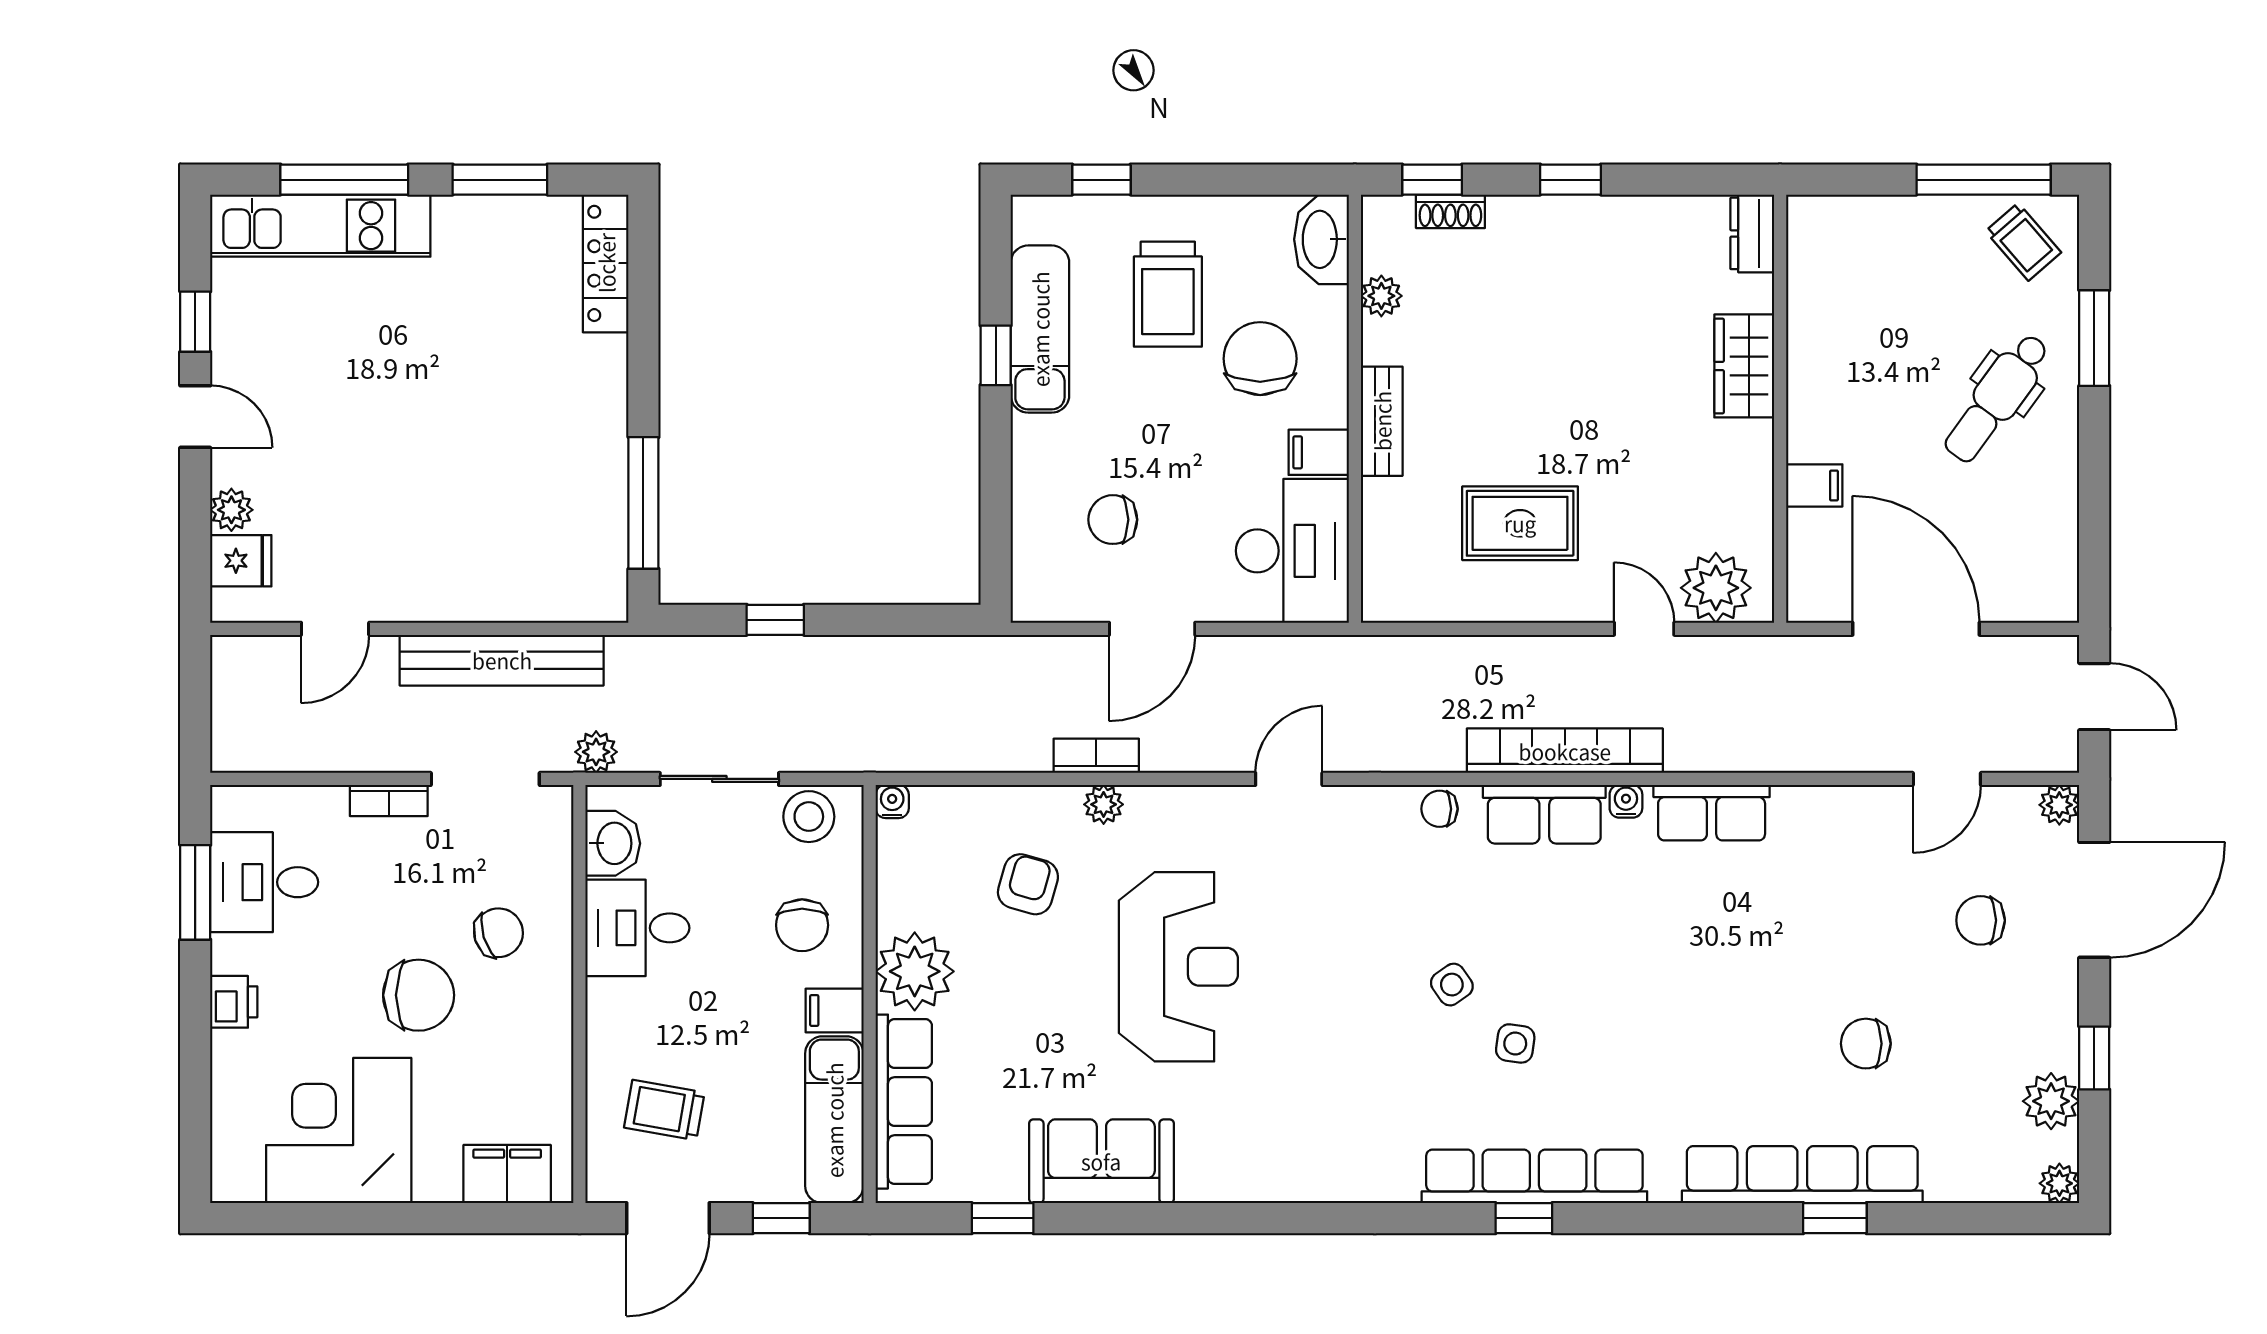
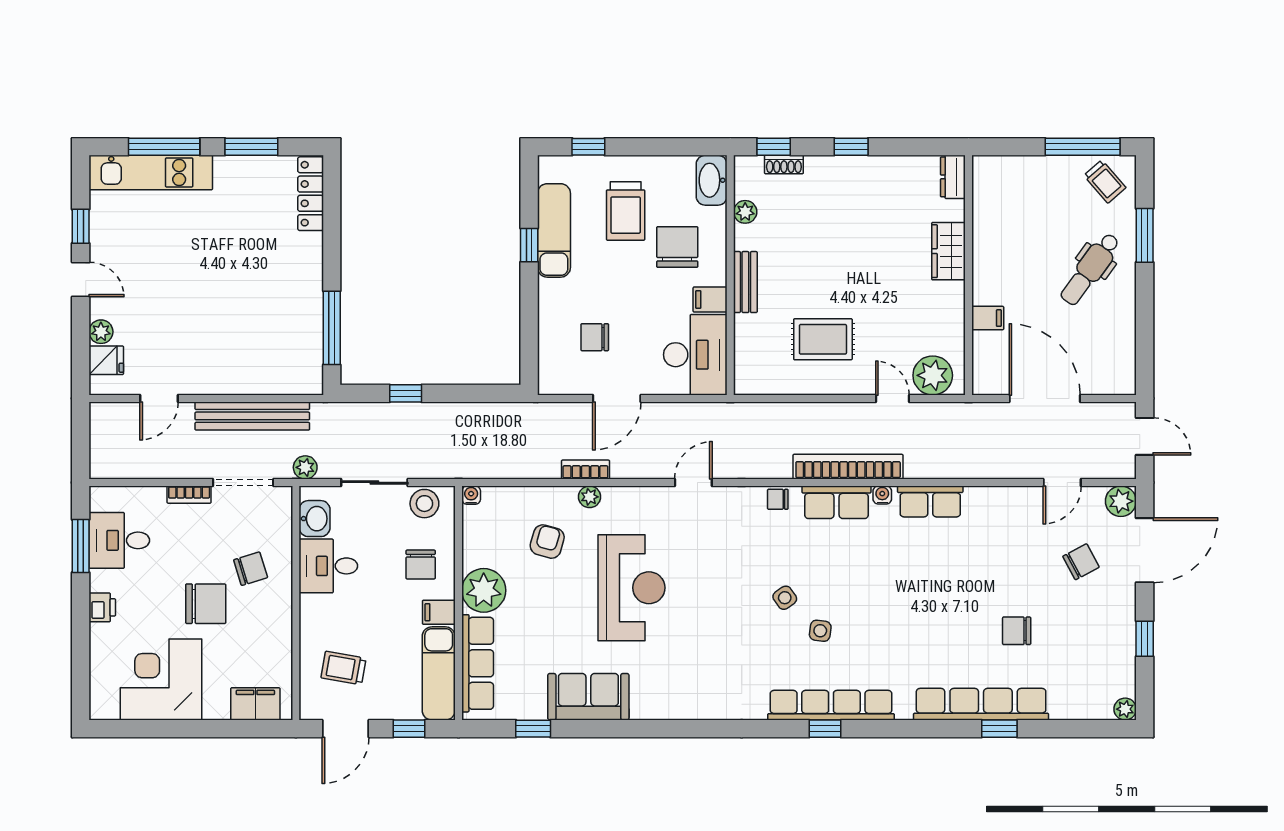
plant: (2059, 805) -> (1121, 501), width x1.38, depth x1.38
chair: (1981, 920) -> (1081, 562), turned 152
plant: (2051, 1101) -> (1120, 663), removed

